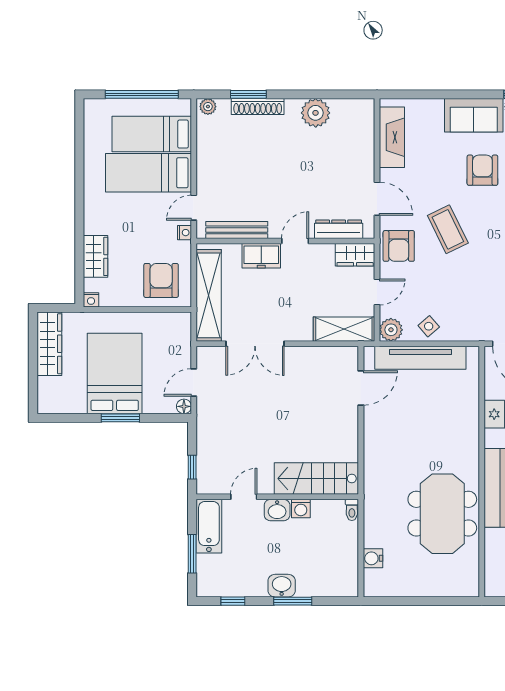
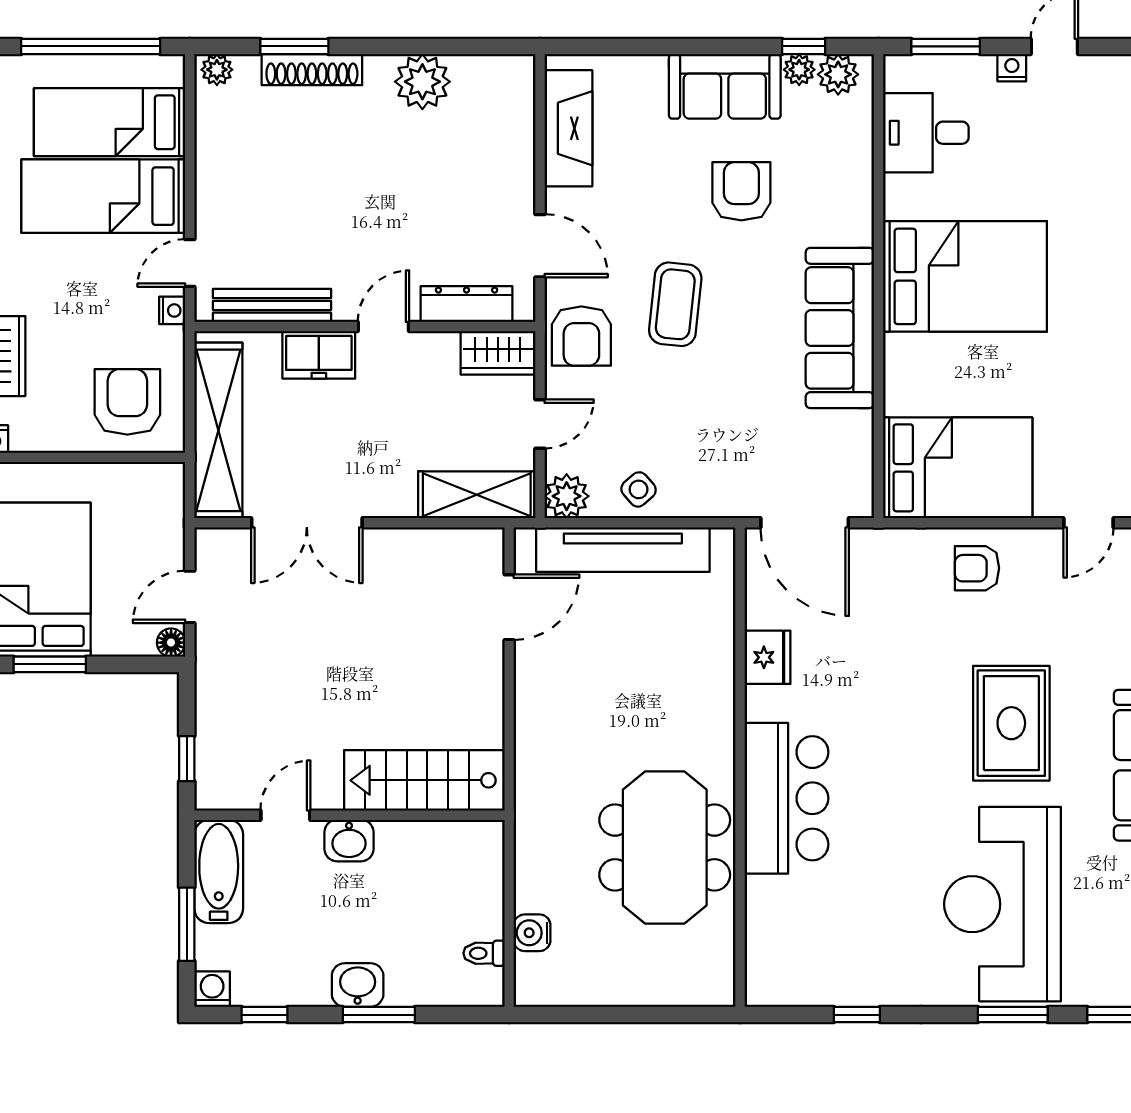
coffee table: (448, 229) -> (675, 304), turned 32
washing machine: (301, 508) -> (212, 989), moved, turned 180
toilet: (352, 510) -> (484, 953), moved, turned 90

